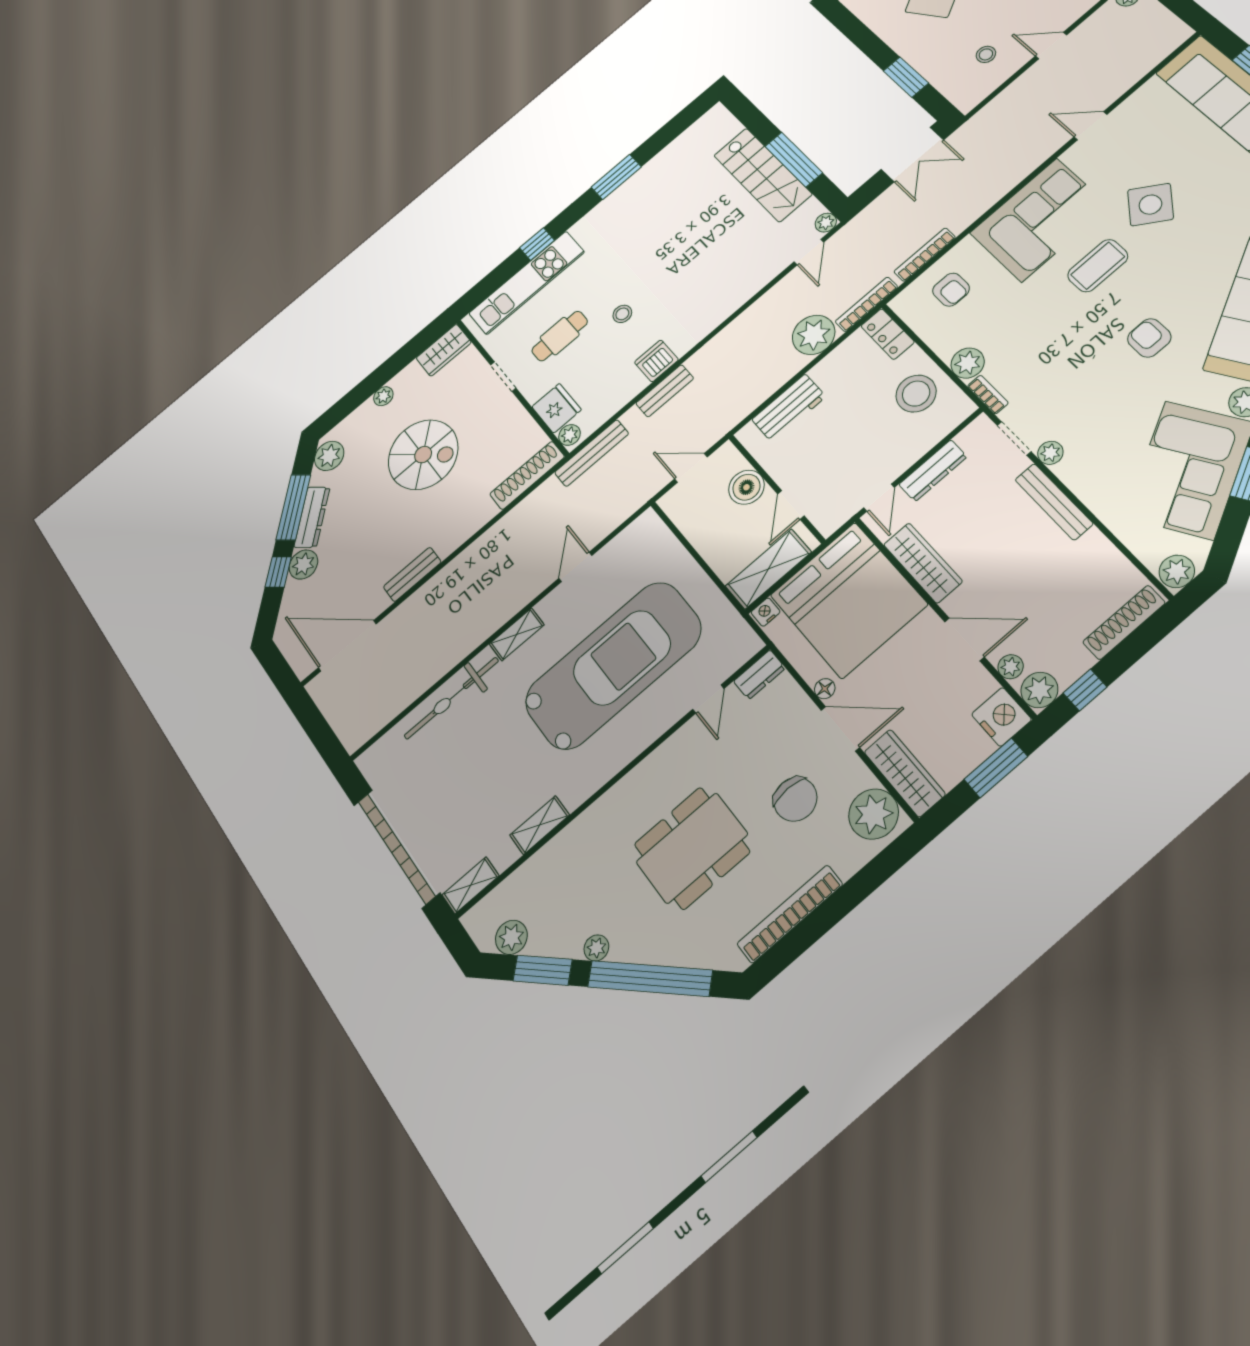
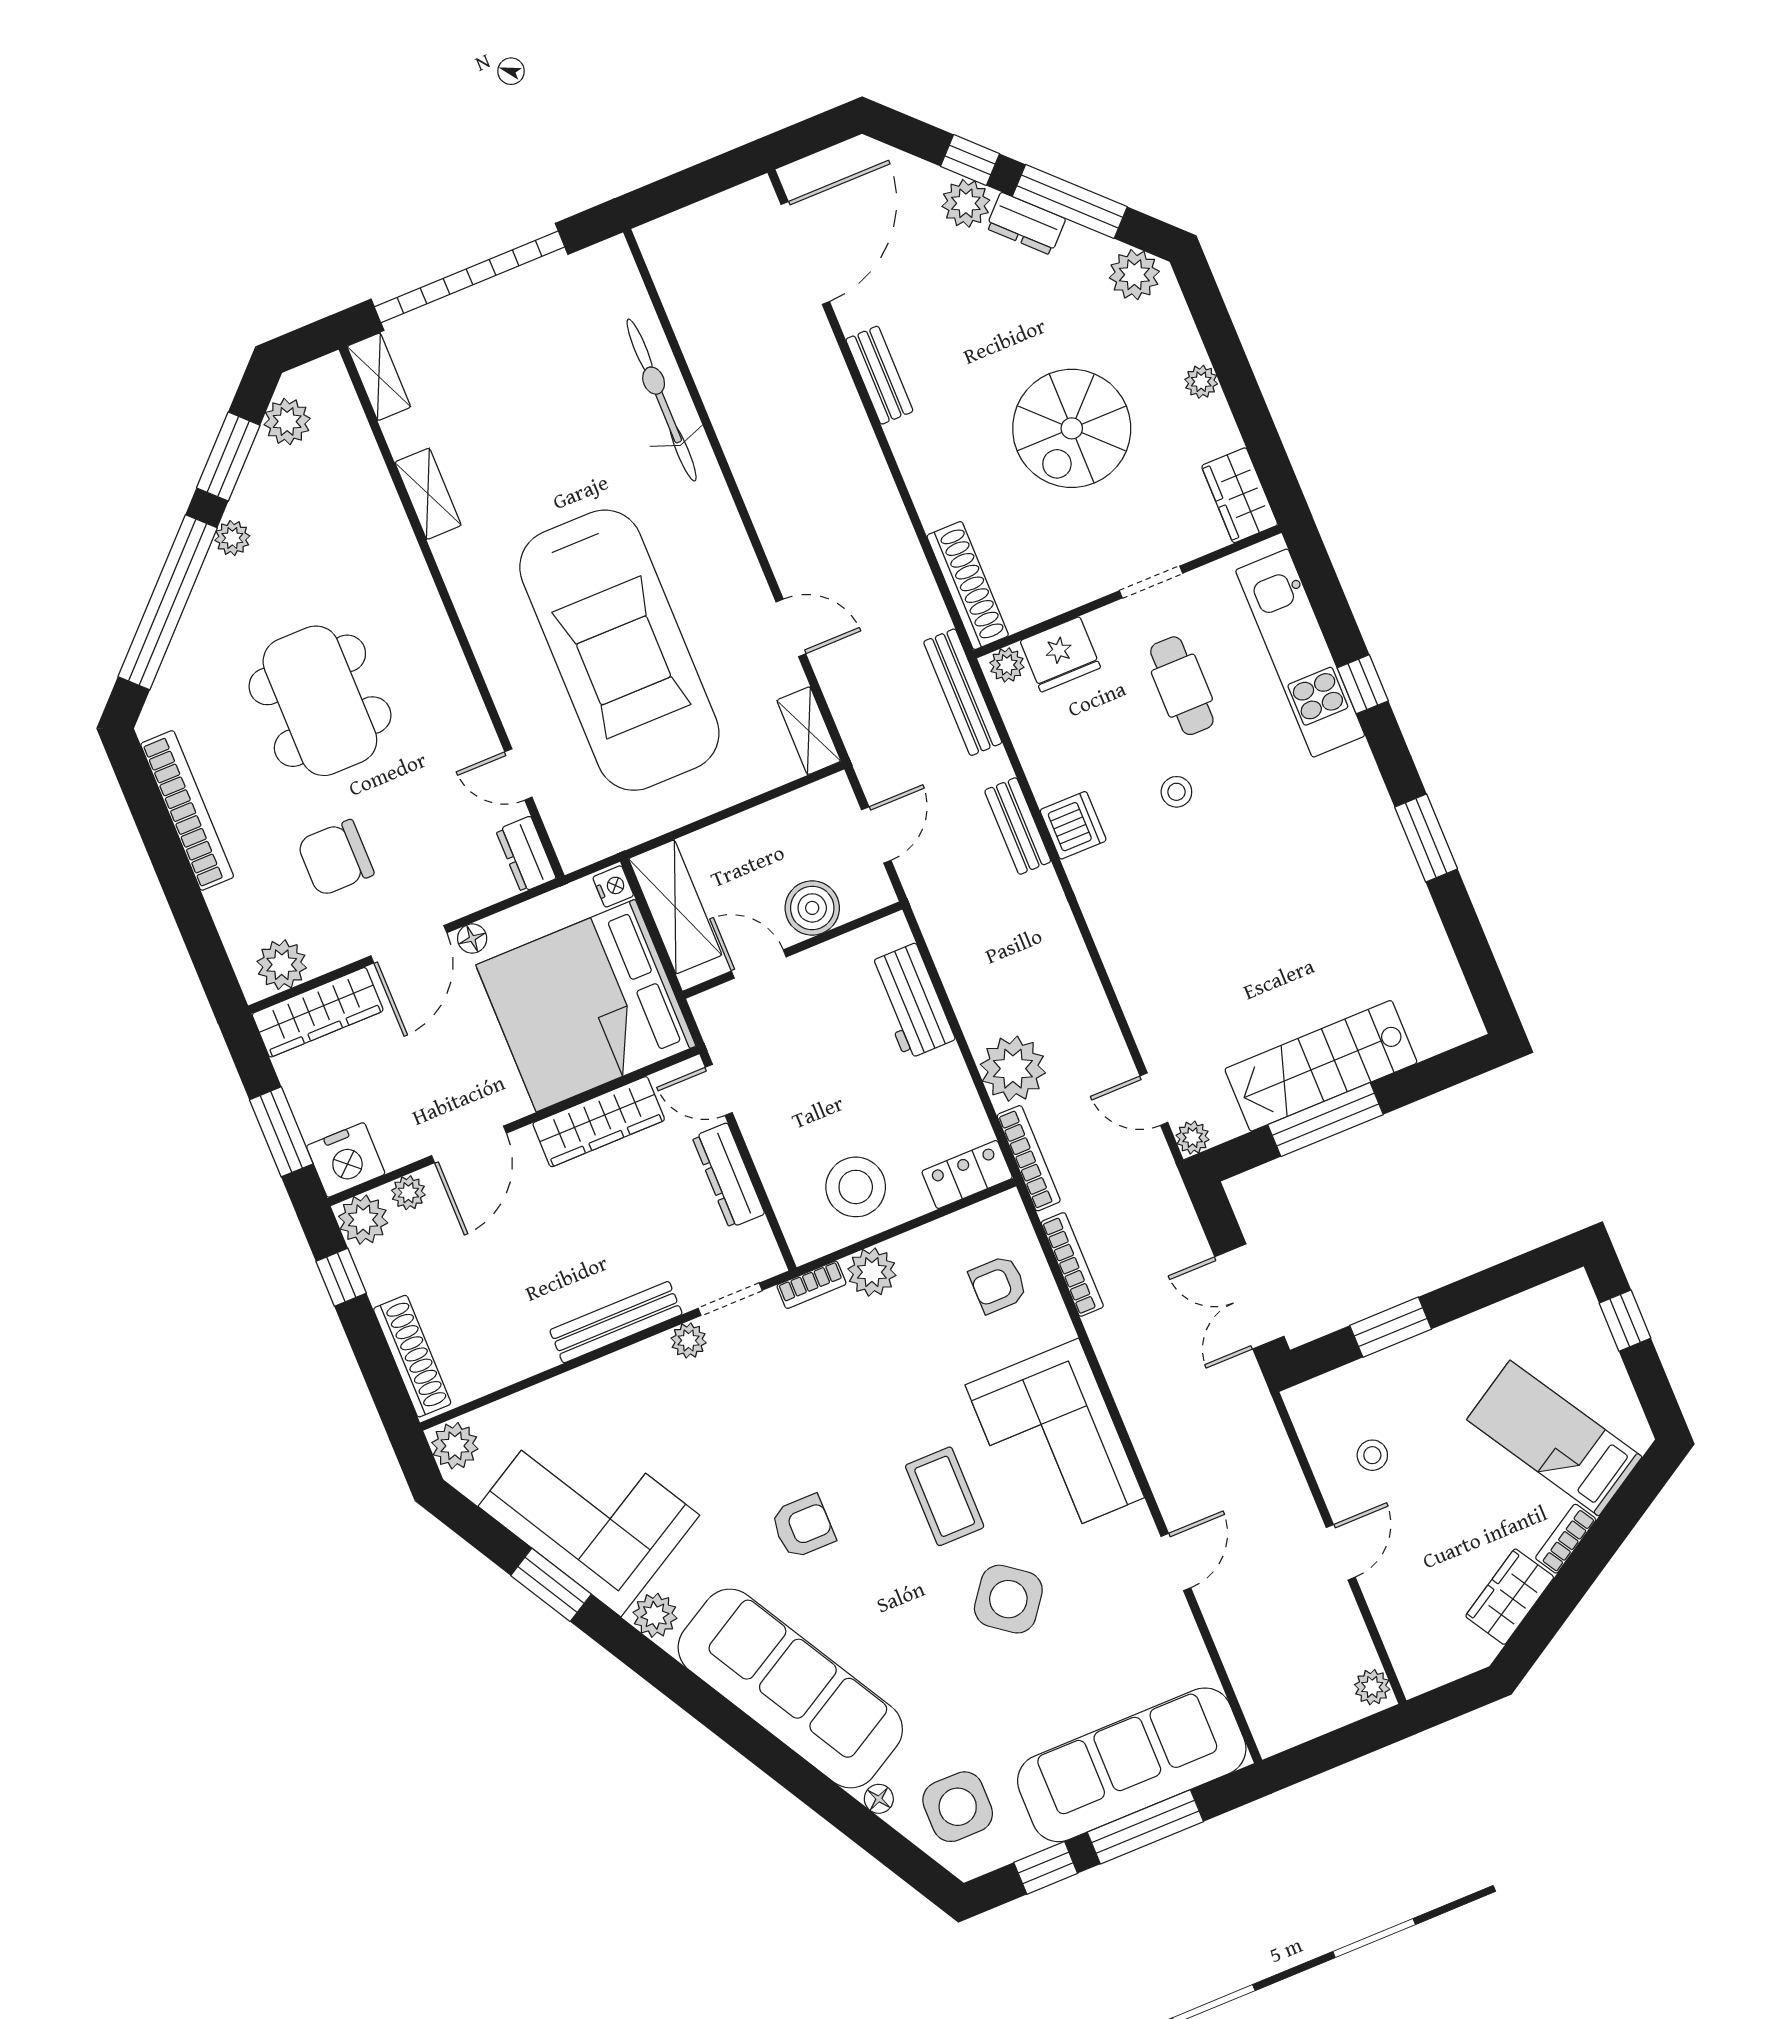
dresser: (312, 517) -> (1026, 224), width x0.70
shelving: (517, 634) -> (809, 731), moved
plant: (874, 814) -> (282, 965), width x0.73, depth x0.73

